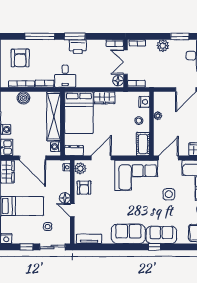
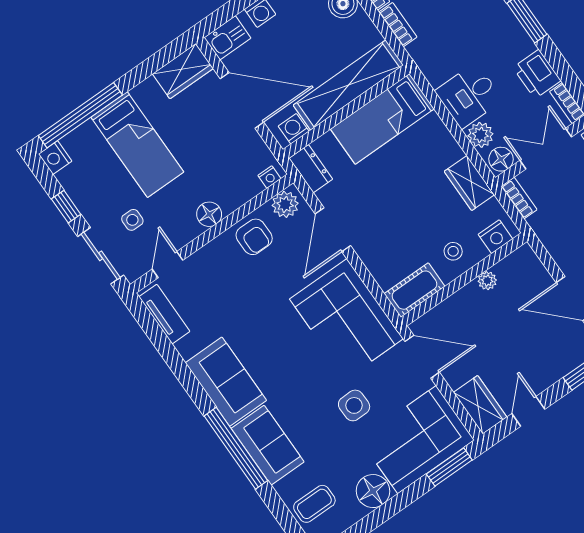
printer: (78, 47) -> (537, 74), moved
desk: (65, 76) -> (469, 96), moved
plant: (104, 82) -> (480, 135), added
wardrobe: (104, 98) -> (469, 183), moved
bed: (79, 113) -> (382, 119), width x0.67
door: (33, 158) -> (242, 100), swing flipped
door: (101, 158) -> (333, 230), swing flipped
armchair: (84, 188) -> (254, 237), turned -90
door: (72, 210) -> (168, 265), moved
window: (155, 247) -> (236, 448), width x3.17

